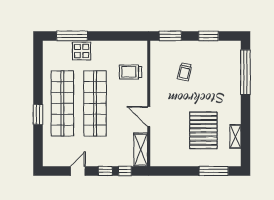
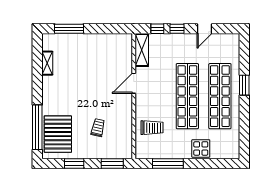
window: (72, 36) -> (168, 164), moved
door: (149, 116) -> (134, 83), swing flipped
pallet: (203, 130) -> (58, 134), moved

